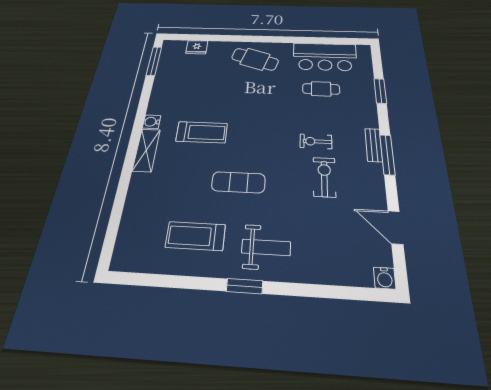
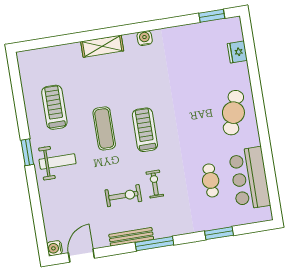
window: (154, 61) -> (212, 16), width x0.69
treadmill: (202, 132) -> (145, 130), moved, turned 180
bench: (374, 145) -> (131, 237), moved, width x1.36
shelving: (146, 150) -> (102, 46), moved
door: (395, 227) -> (81, 255), moved
weight bench: (266, 247) -> (58, 161), turned -90

